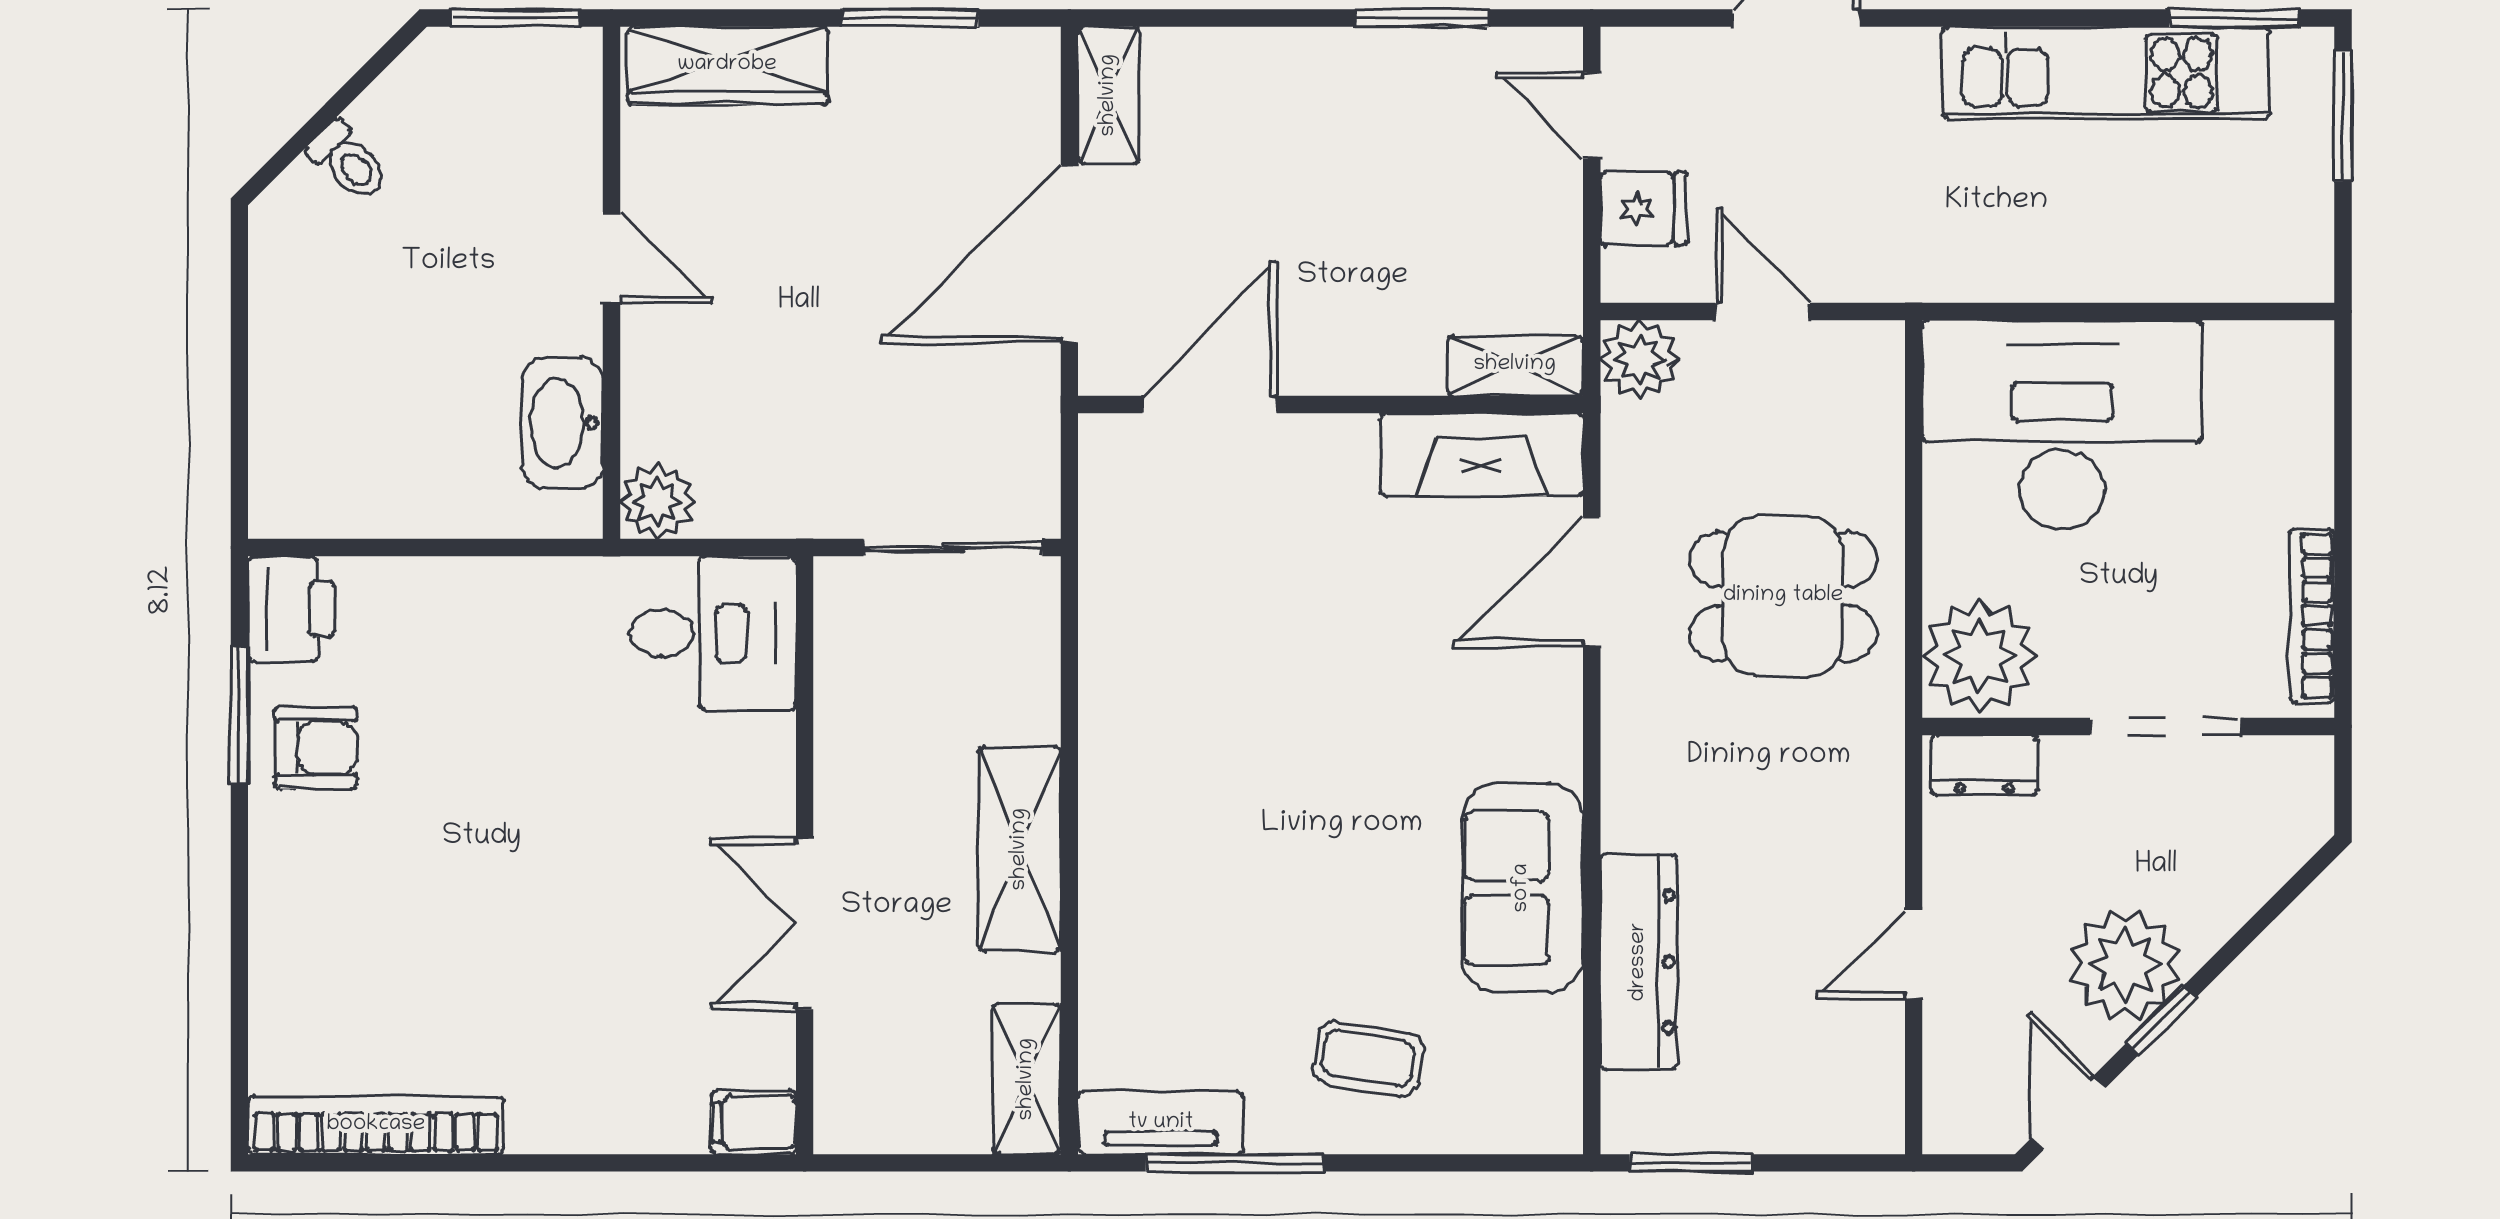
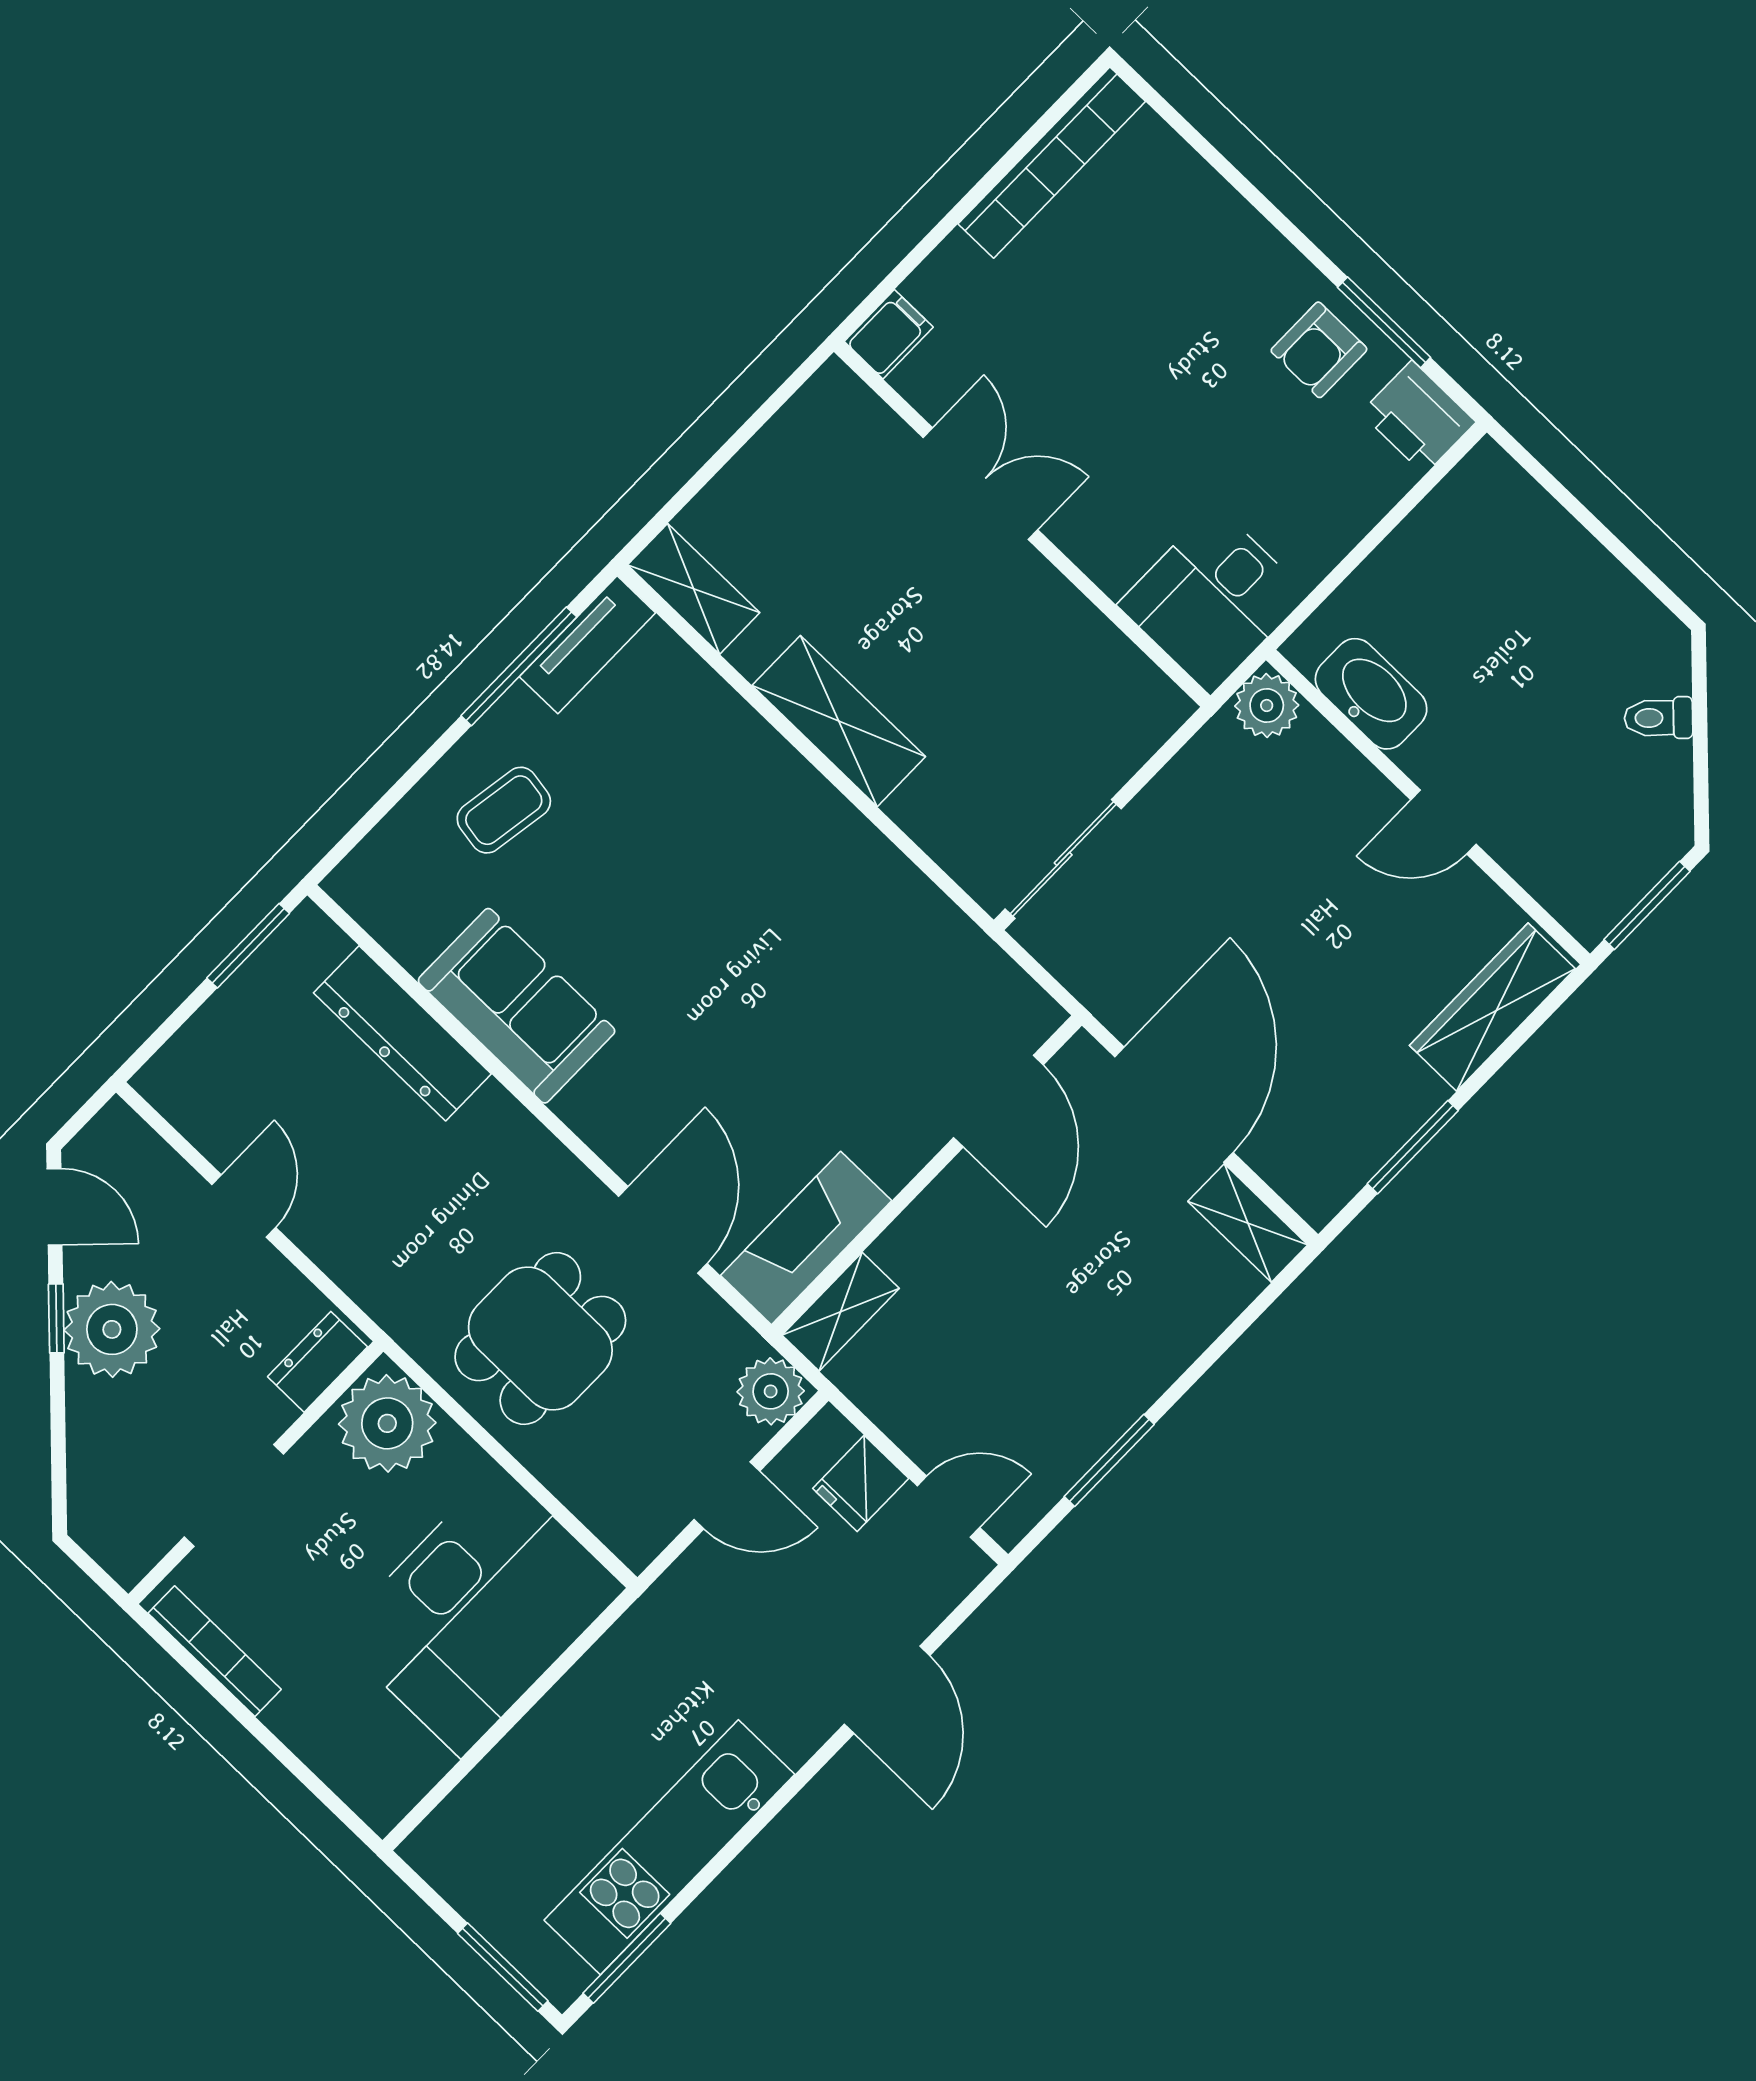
desk: (713, 633) -> (1213, 600), moved
wall: (805, 855) -> (1022, 524), moved
double door: (805, 923) -> (980, 484), moved
filing cabinet: (754, 1123) -> (889, 334), moved

